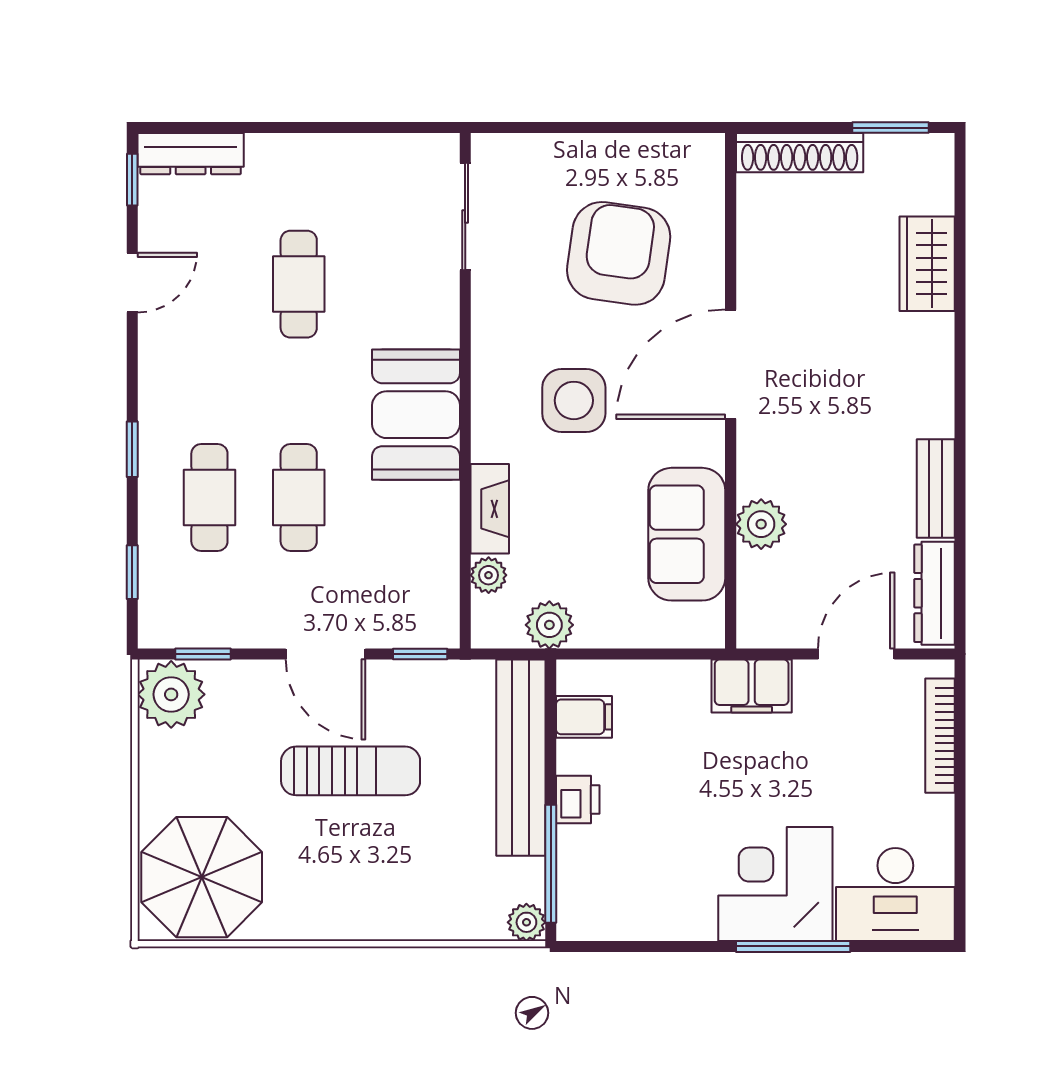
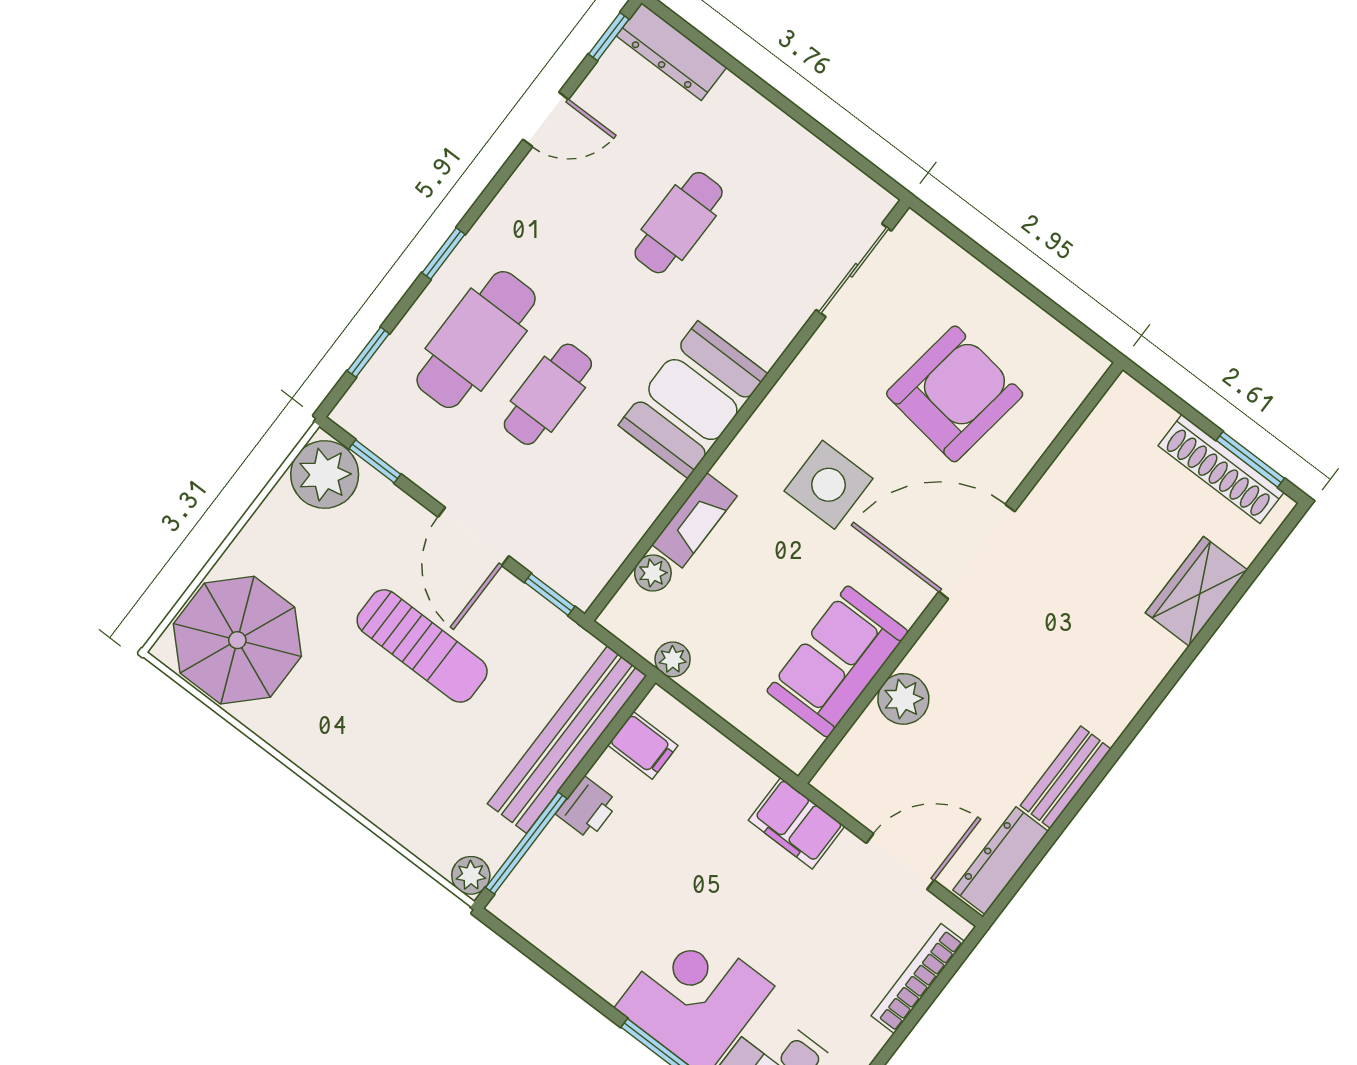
shoe rack: (800, 153) -> (1221, 469), moved
cafe table: (209, 497) -> (476, 340), width x1.37, depth x1.35
plant: (549, 625) -> (673, 659), width x0.73, depth x0.73

